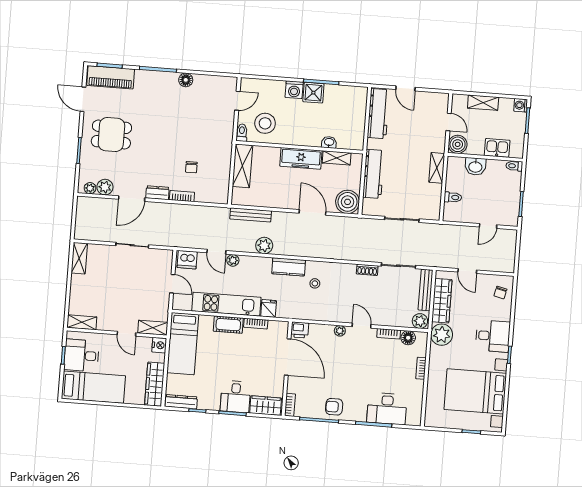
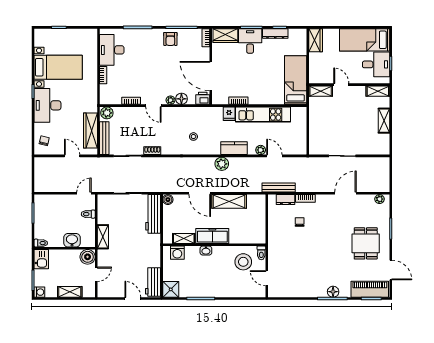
floor lamp: (186, 80) -> (333, 292), moved
washing machine: (294, 90) -> (177, 253), moved, turned 180
shower: (313, 93) -> (171, 289), moved
door: (237, 101) -> (267, 278), hinge flipped
workbench: (378, 114) -> (153, 282), width x0.73
door: (449, 122) -> (96, 274), swing flipped
dining table: (111, 134) -> (366, 243), turned 90
washbasin: (329, 142) -> (206, 251), moved
kitchen sink: (497, 148) -> (41, 259), moved, turned -90
shelving: (242, 166) -> (229, 201), moved, turned 90
workbench: (374, 174) -> (153, 214), moved
plant: (105, 187) -> (368, 201), removed
dresser: (157, 193) -> (286, 200), moved
boiler: (348, 202) -> (168, 200), width x0.54, depth x0.54
bench: (251, 215) -> (279, 188), moved
door: (488, 226) -> (84, 193), moved
plant: (264, 246) -> (222, 164), moved
shelving: (79, 258) -> (384, 121), moved
dishwasher: (187, 260) -> (297, 148), removed
kitchen counter: (289, 267) -> (234, 148), moved
door: (172, 284) -> (308, 128), removed
cot: (228, 325) -> (260, 98), removed
plant: (442, 335) -> (89, 103), removed
desk: (493, 336) -> (48, 105), width x1.37
floor lamp: (408, 338) -> (181, 99), moved
nightstand: (159, 345) -> (314, 77), removed
wardrobe: (155, 384) -> (316, 40), width x0.67
bed with nightstands: (475, 391) -> (58, 67), width x0.73
dresser: (181, 402) -> (275, 33), moved
armchair: (334, 407) -> (170, 39), turned 90
desk: (387, 409) -> (112, 50), moved, turned -90

